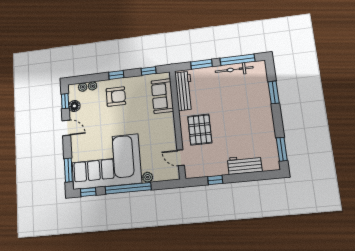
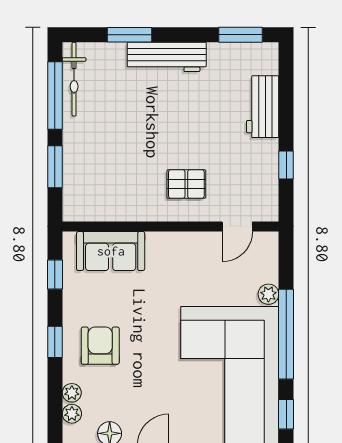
bicycle: (234, 69) -> (74, 79), moved
workbench: (184, 91) -> (167, 57), moved, turned 180
pallet: (200, 130) -> (186, 184), width x0.67, depth x0.71

